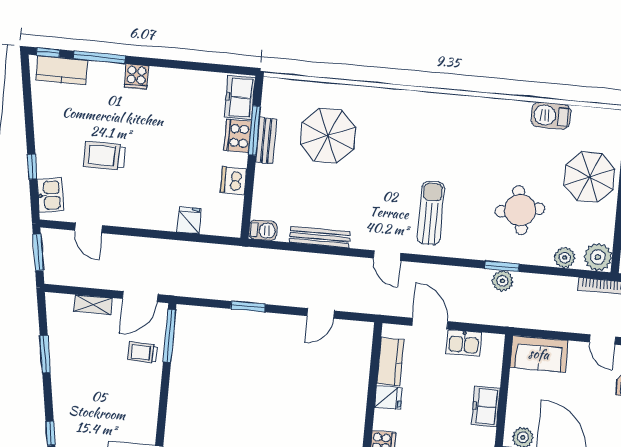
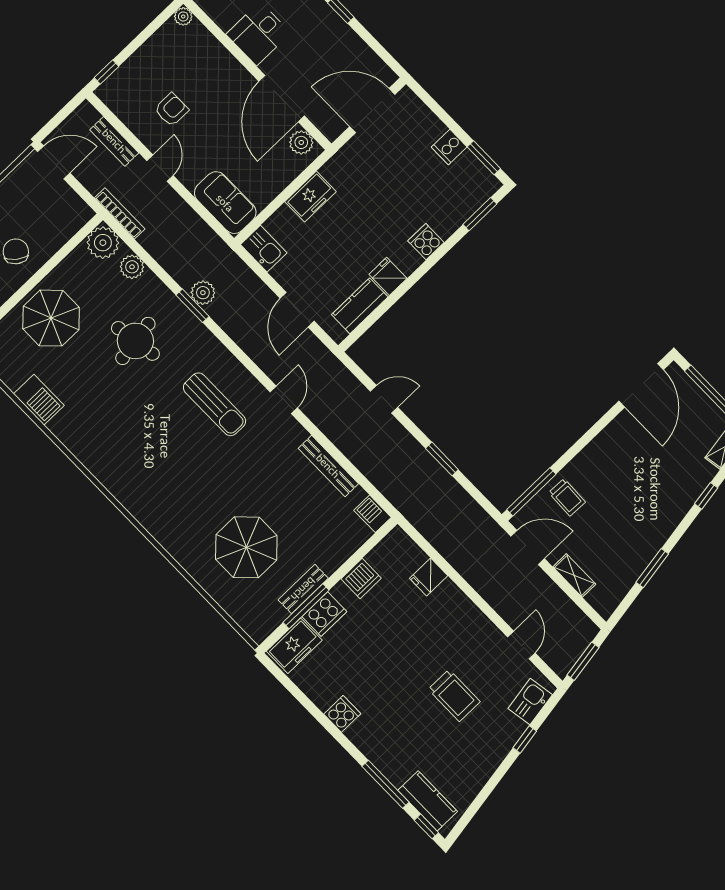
cooker: (136, 76) -> (342, 714), moved
sun lounger: (431, 213) -> (214, 404), turned -90
kitchen sink: (464, 343) -> (264, 249), moved

